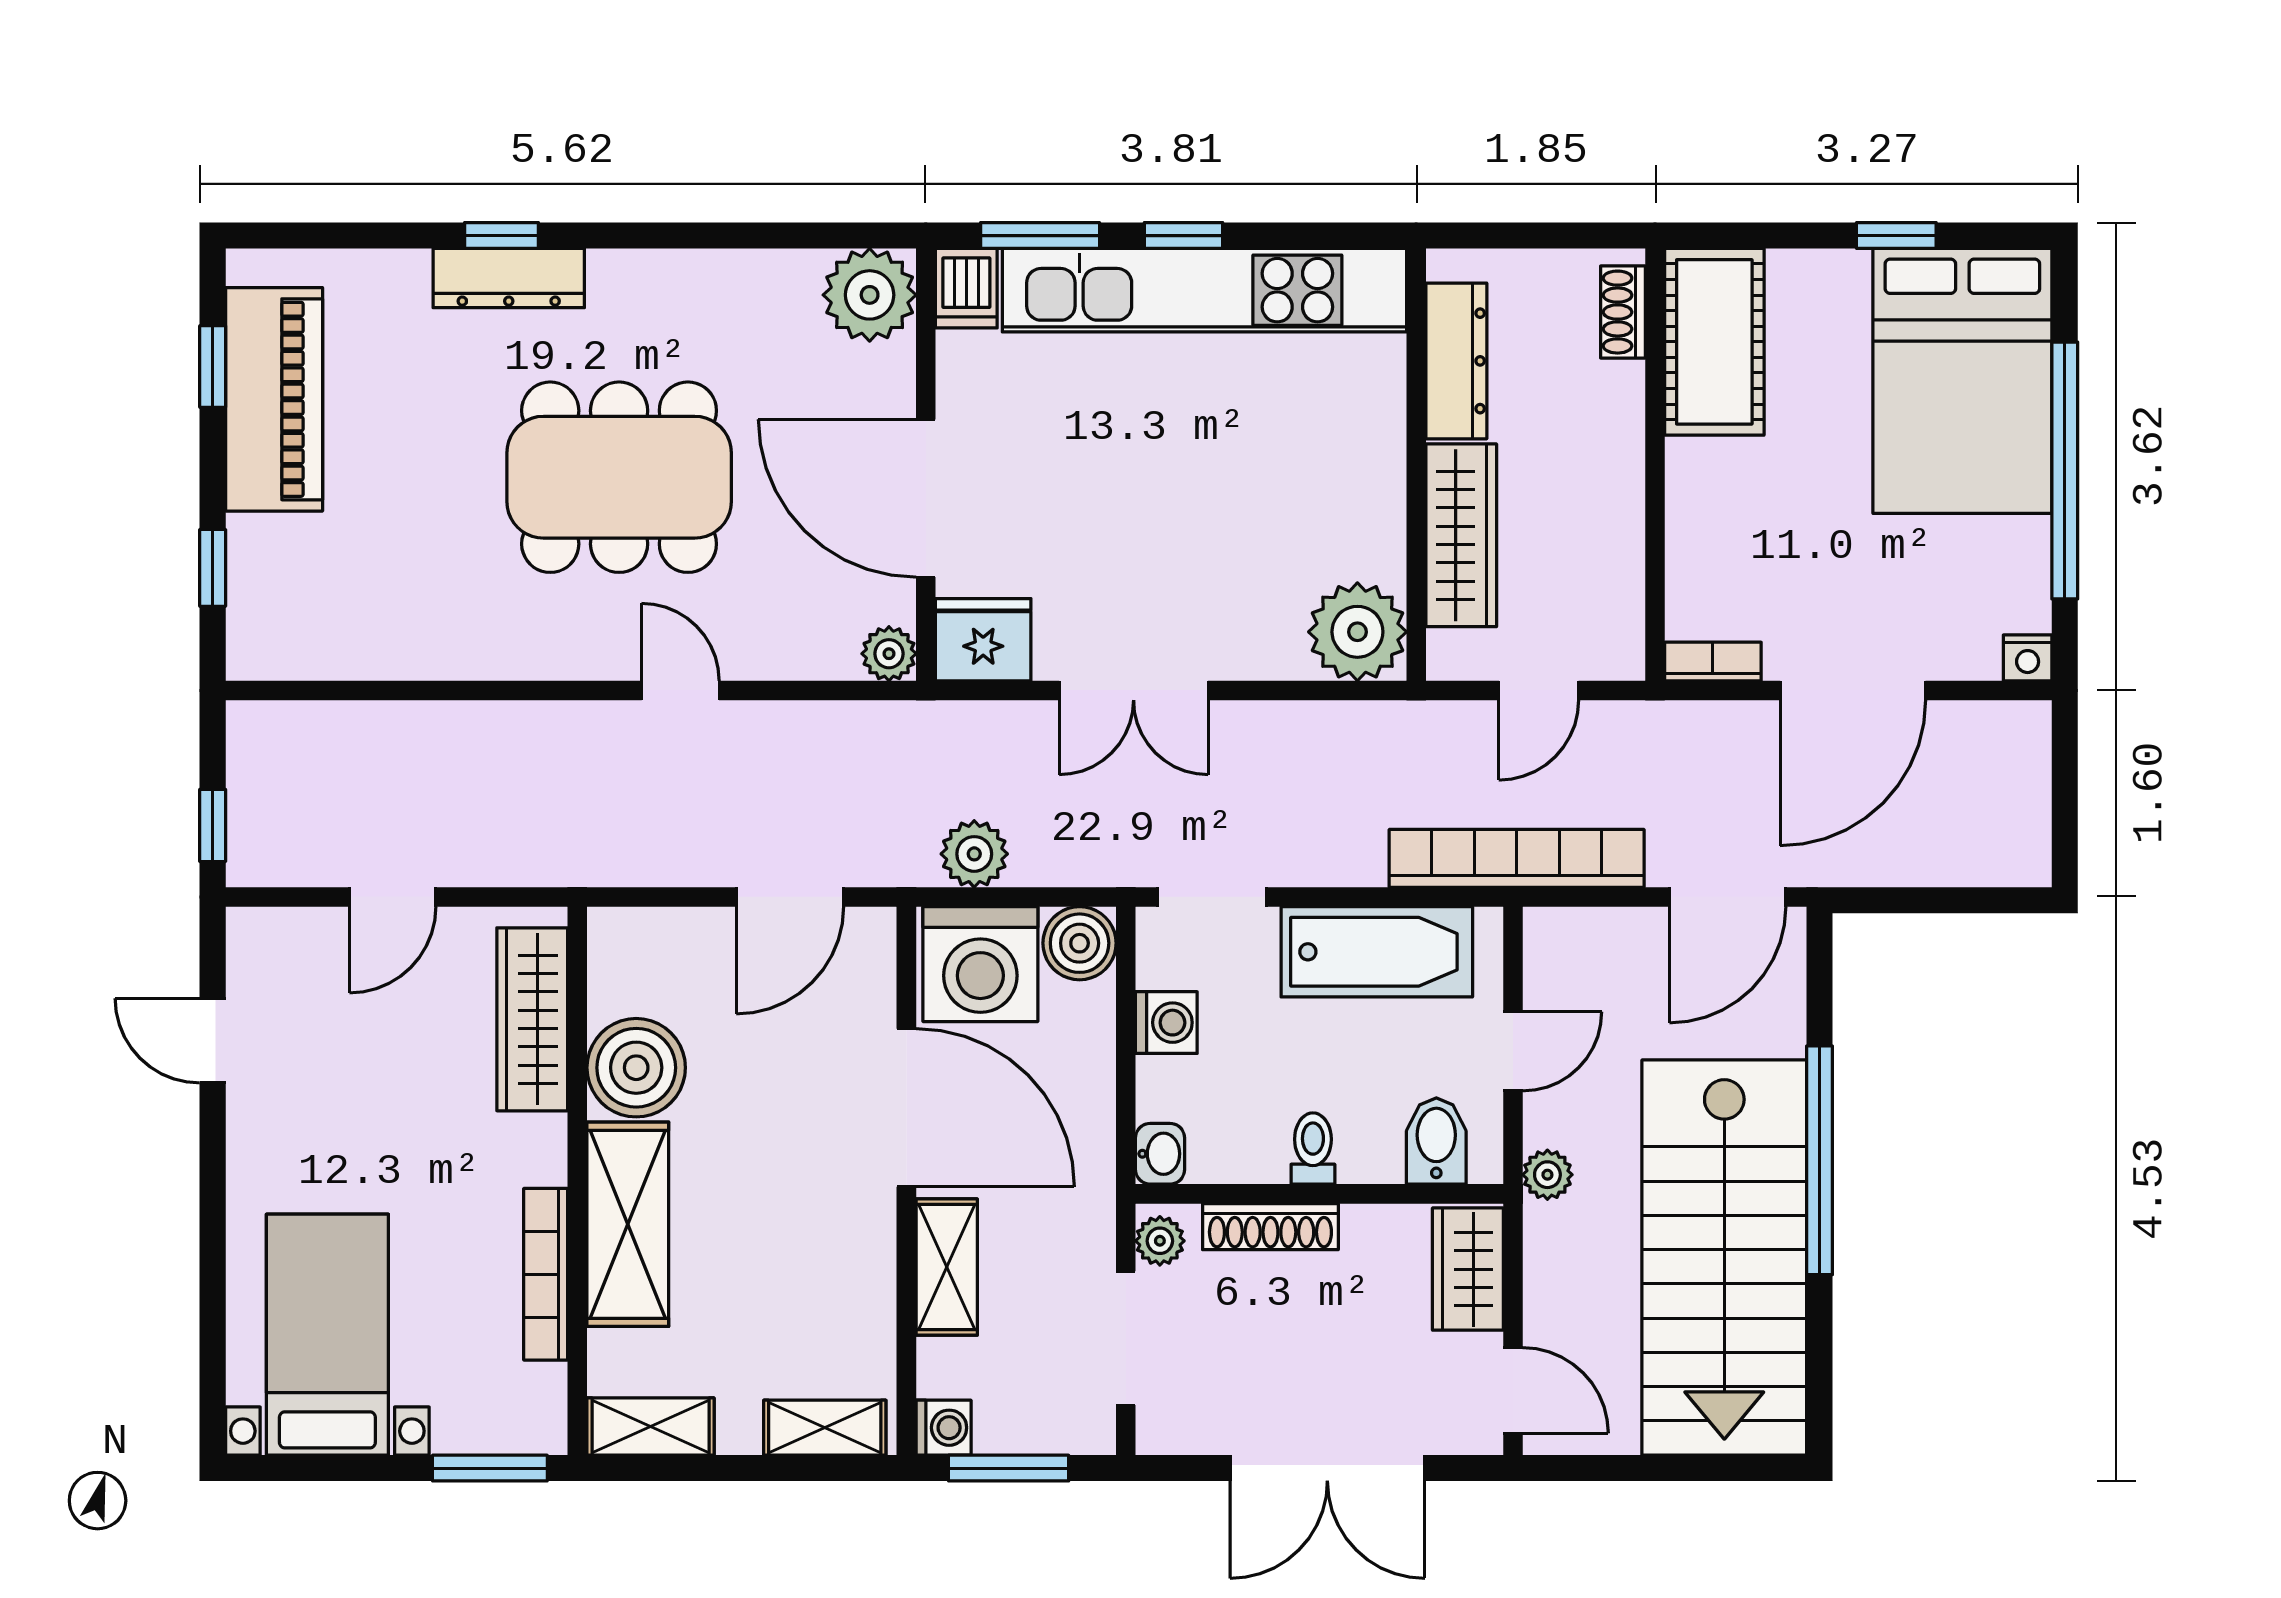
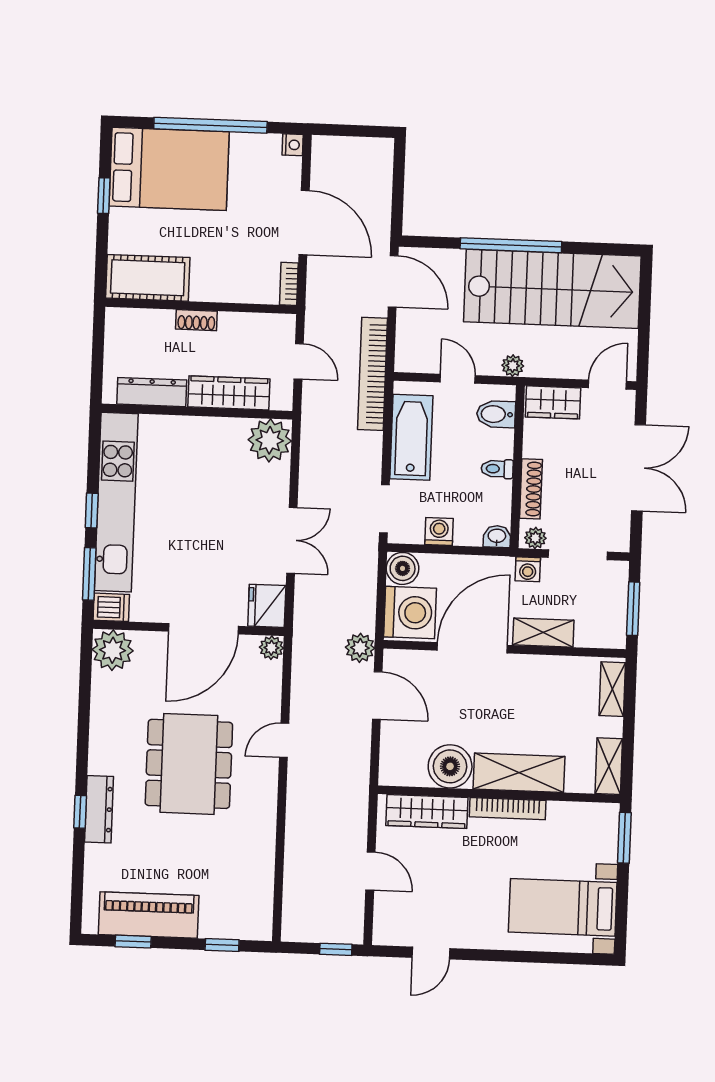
shoe rack: (1623, 312) -> (196, 320), moved
plant: (974, 854) -> (360, 648), moved
bookcase: (546, 1274) -> (508, 809), moved
washing machine: (944, 1428) -> (528, 569), moved, turned 180

